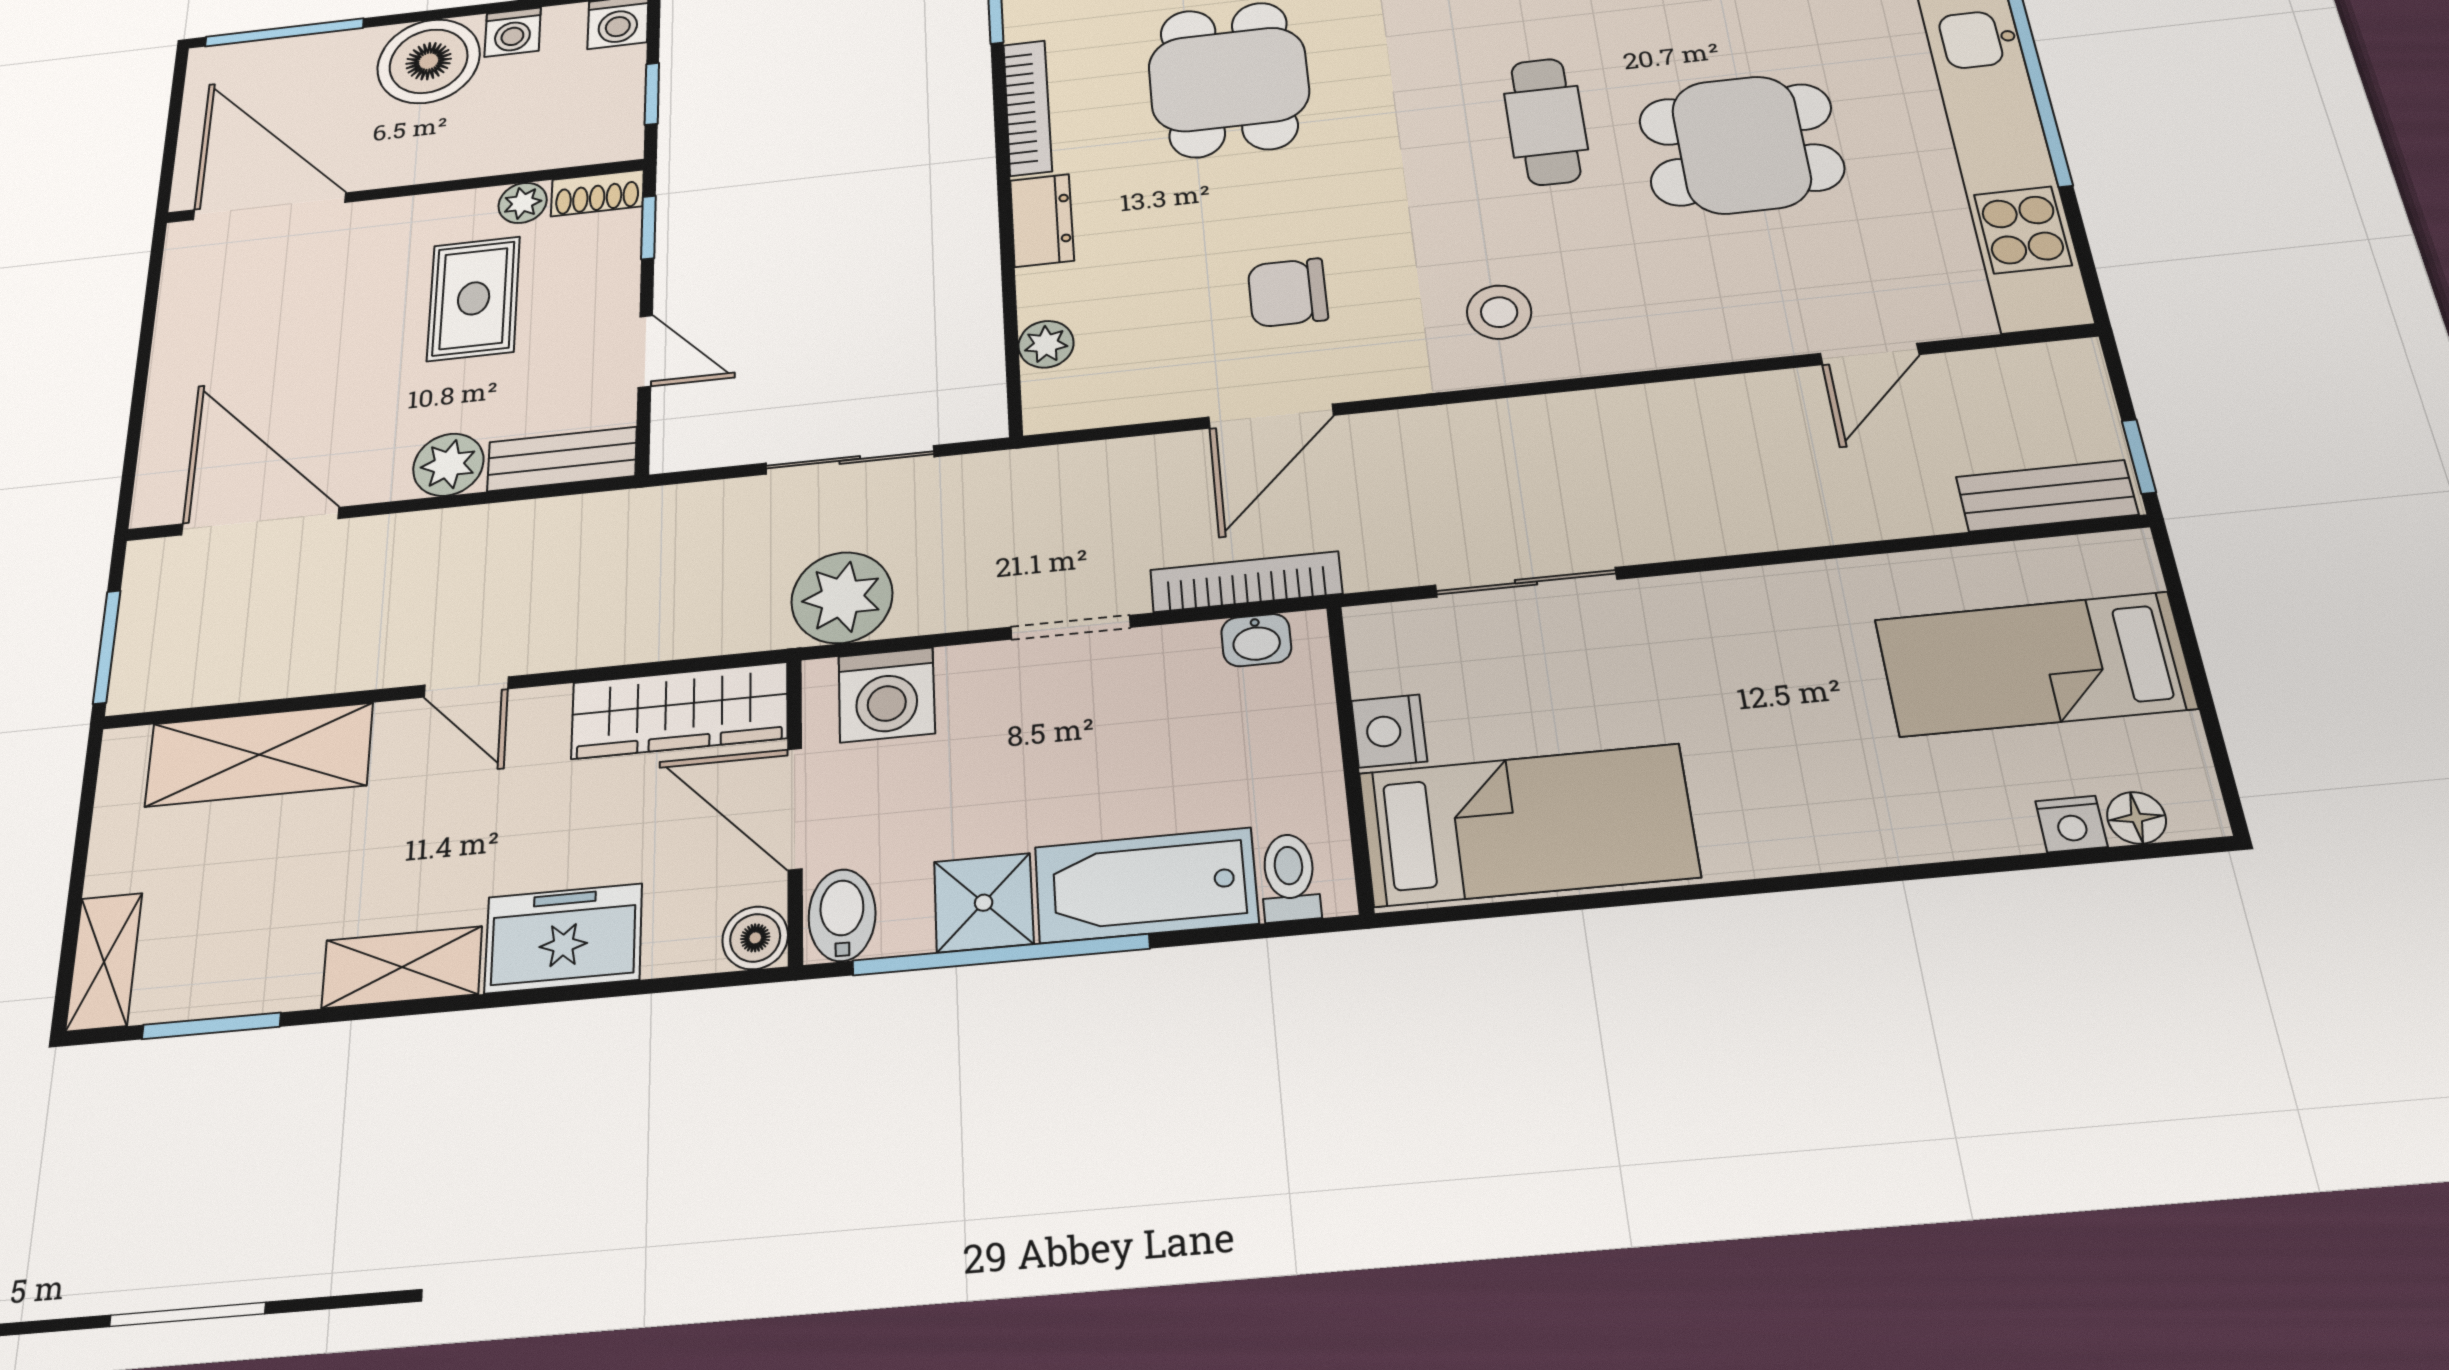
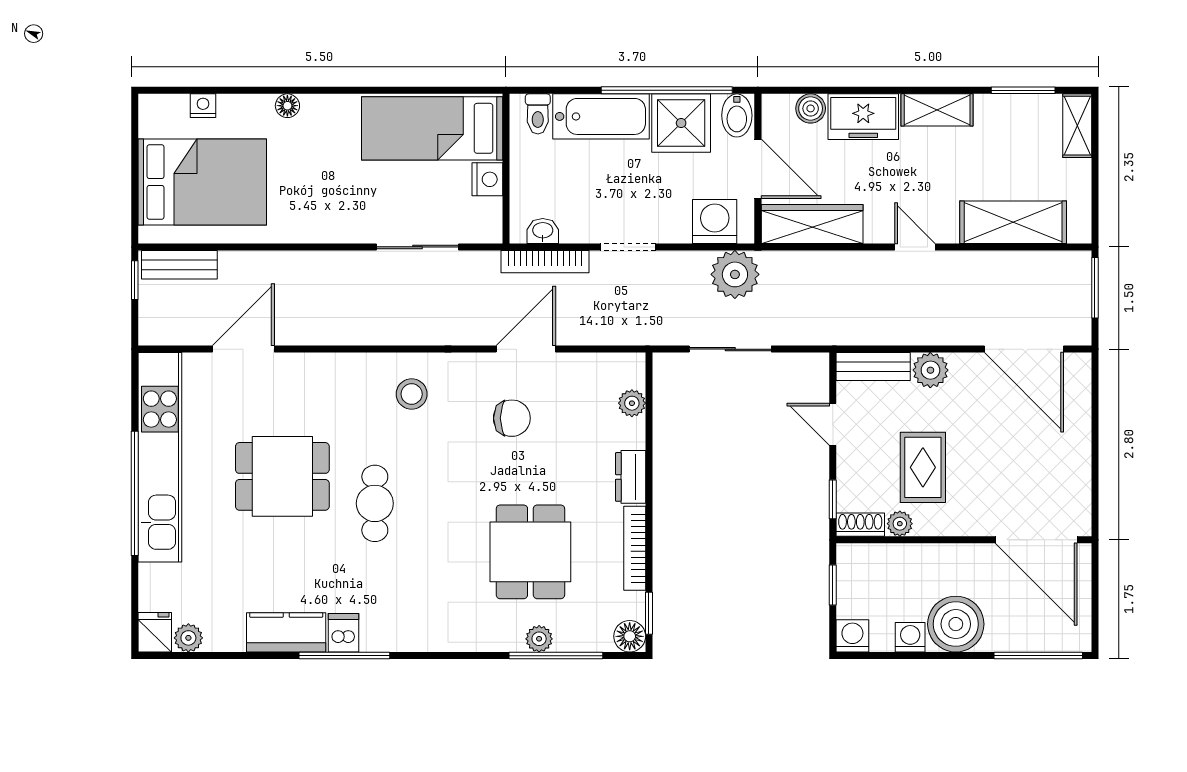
door: (1870, 354) -> (243, 349), width x1.38
bed: (2035, 664) -> (202, 182), width x1.50
floor lamp: (2137, 818) -> (287, 106), moved
shower: (984, 903) -> (681, 123), width x1.36, depth x1.36
boiler: (755, 938) -> (811, 108), moved

